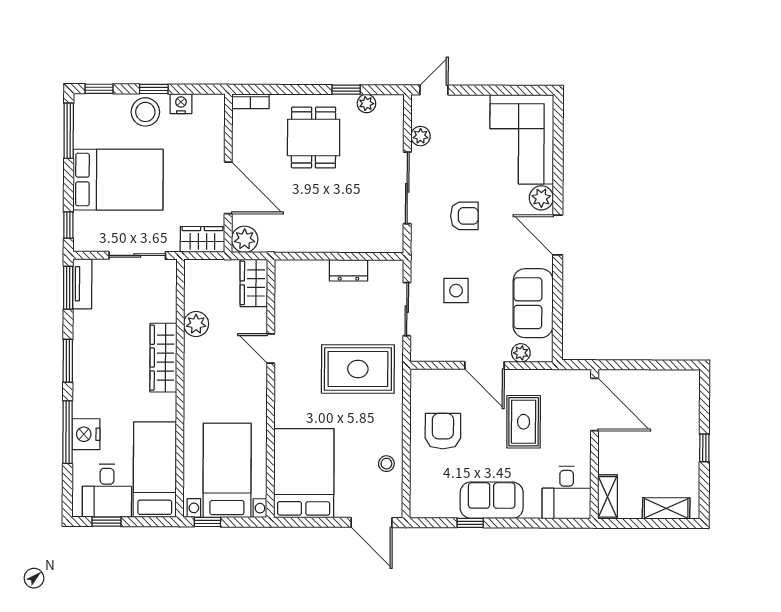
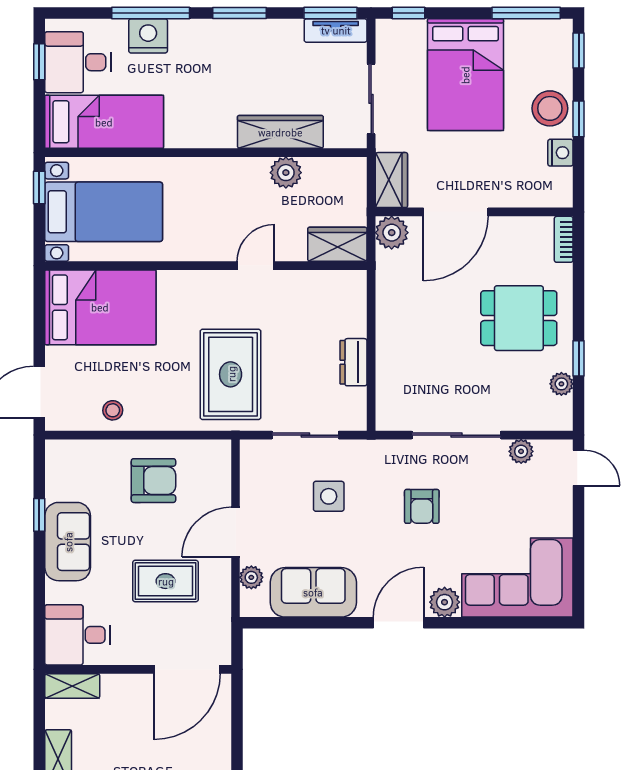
wardrobe: (163, 358) -> (280, 132), moved

